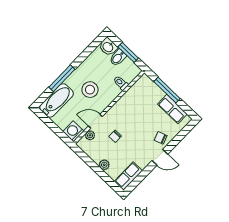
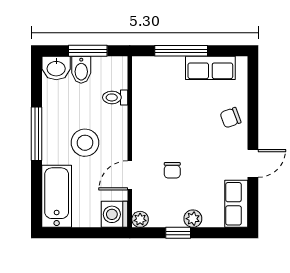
window: (62, 78) -> (37, 134), moved
plant: (90, 135) -> (140, 219), moved
door: (160, 157) -> (253, 163), moved
window: (92, 165) -> (178, 233), added

